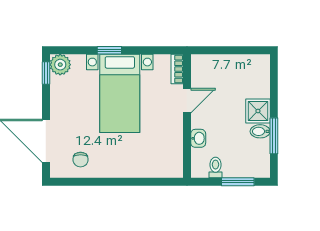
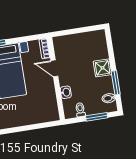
door: (187, 101) -> (54, 68), swing flipped
bidet: (260, 131) -> (109, 98), moved

